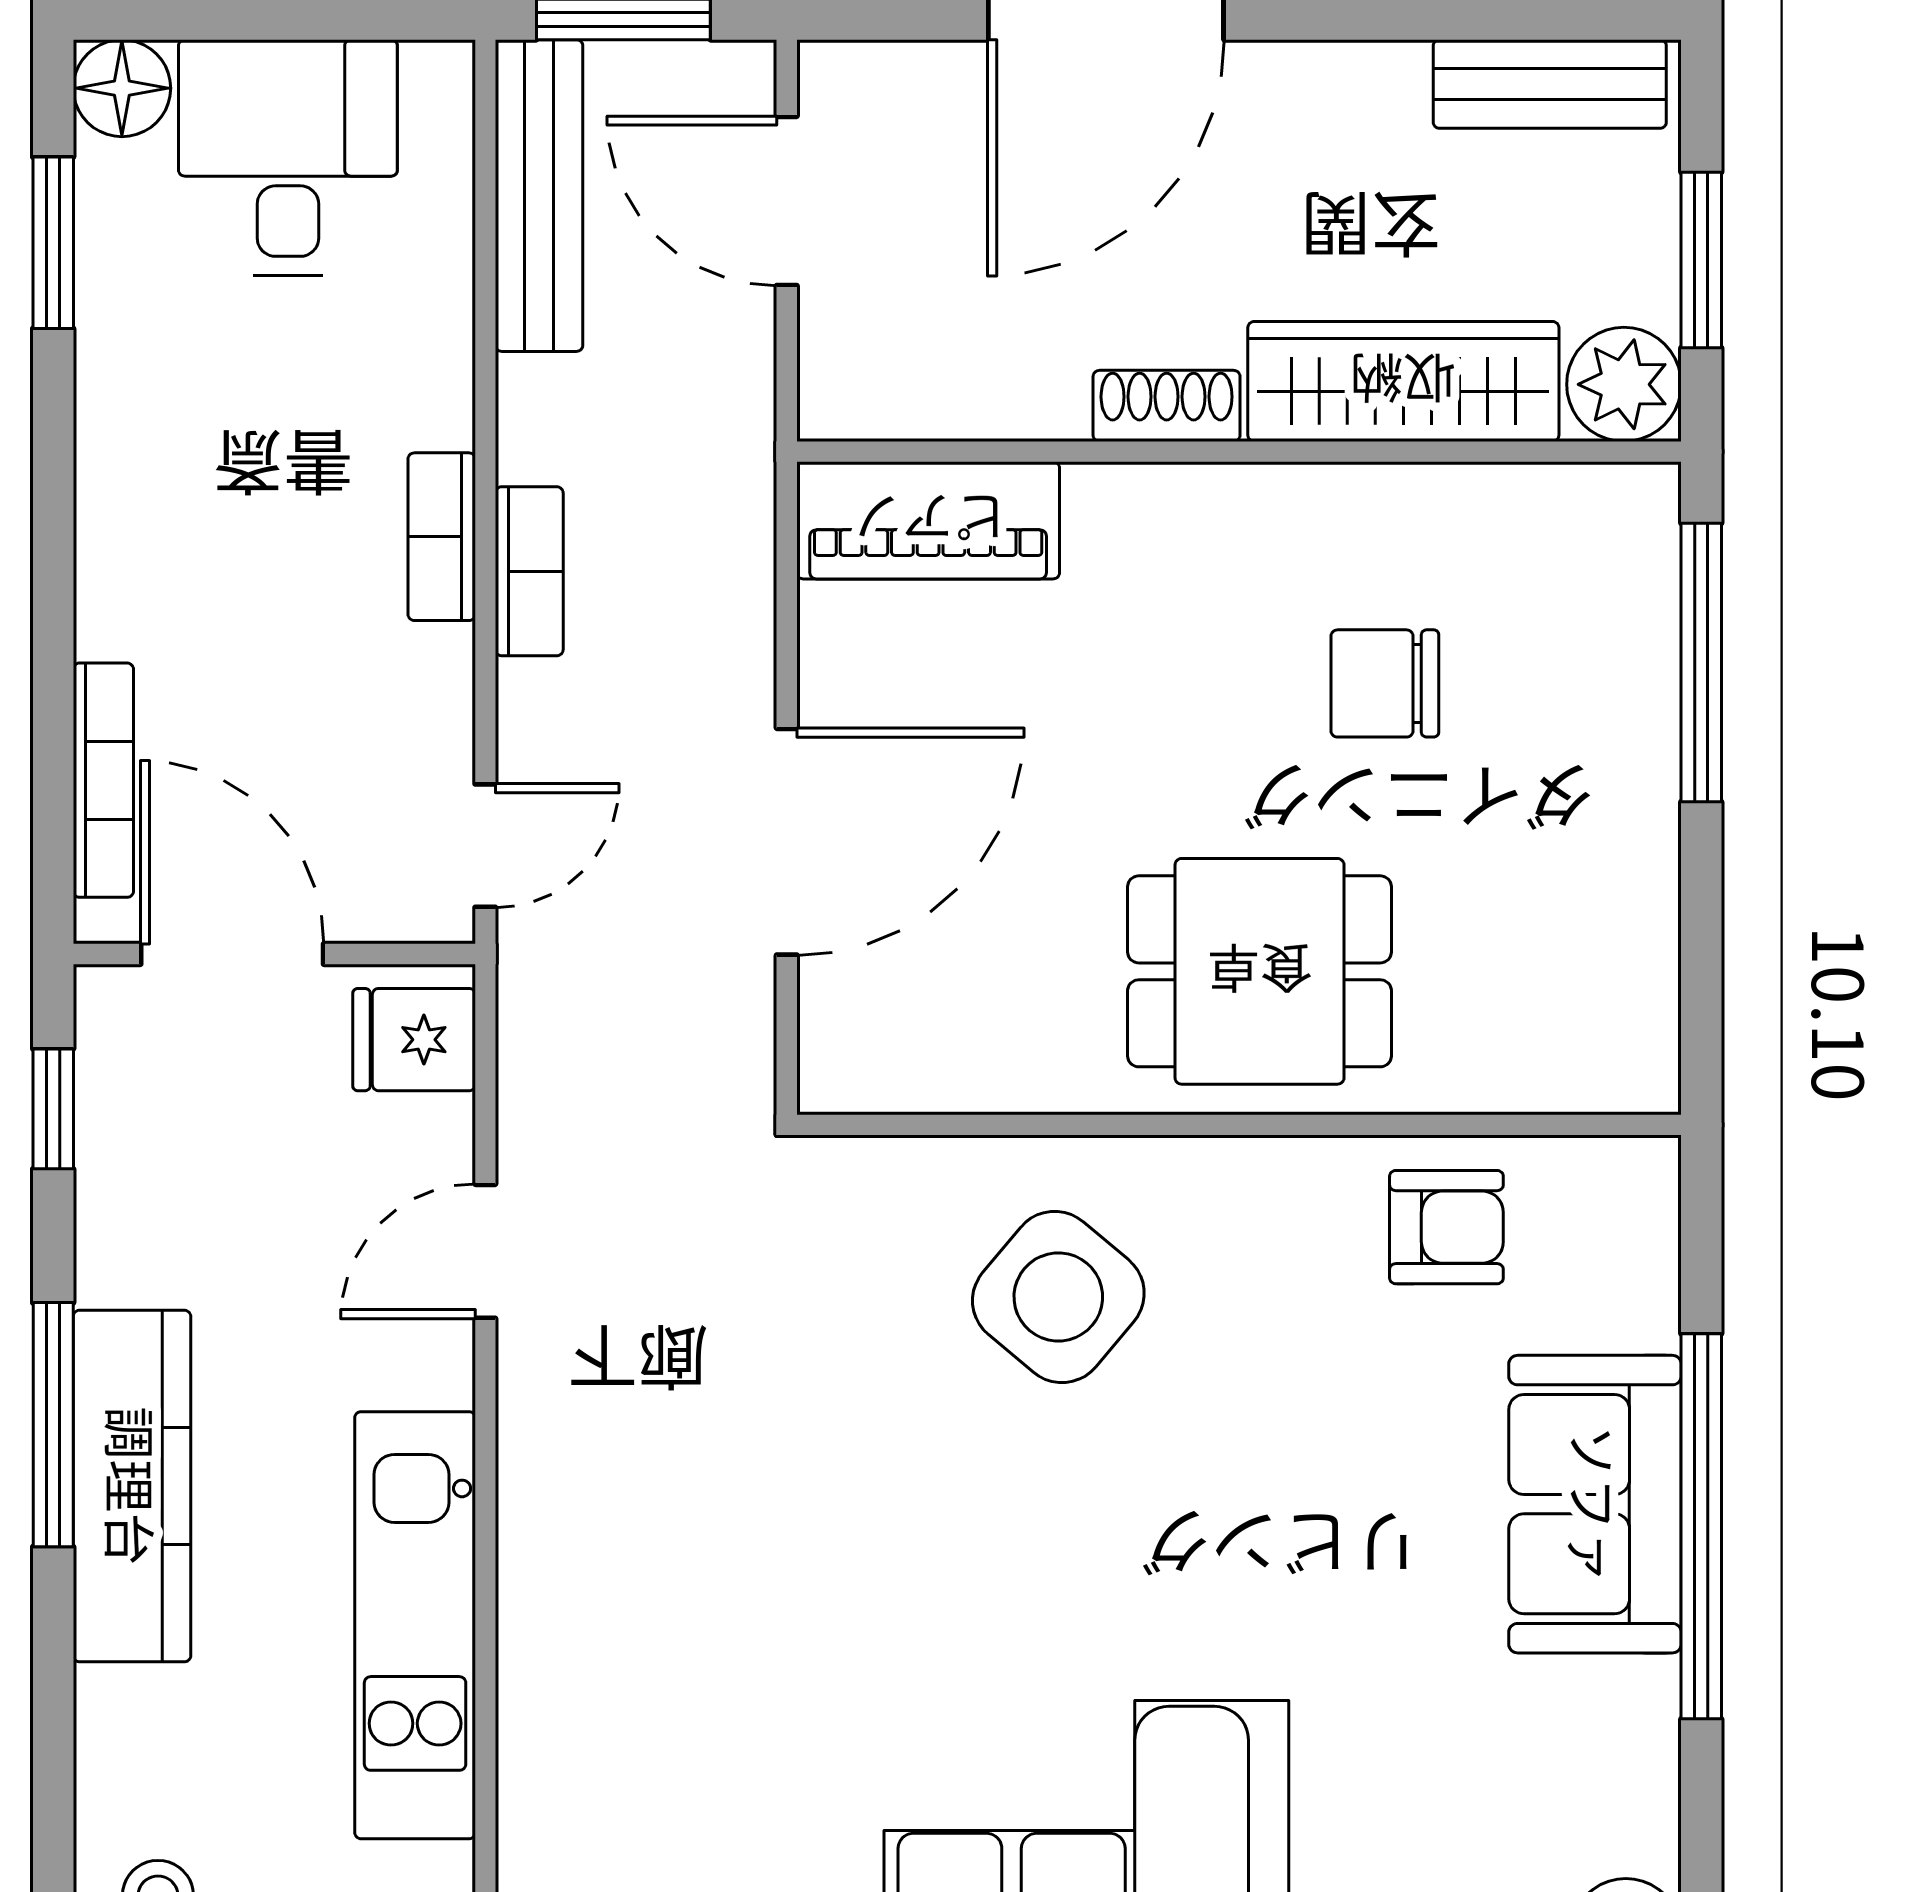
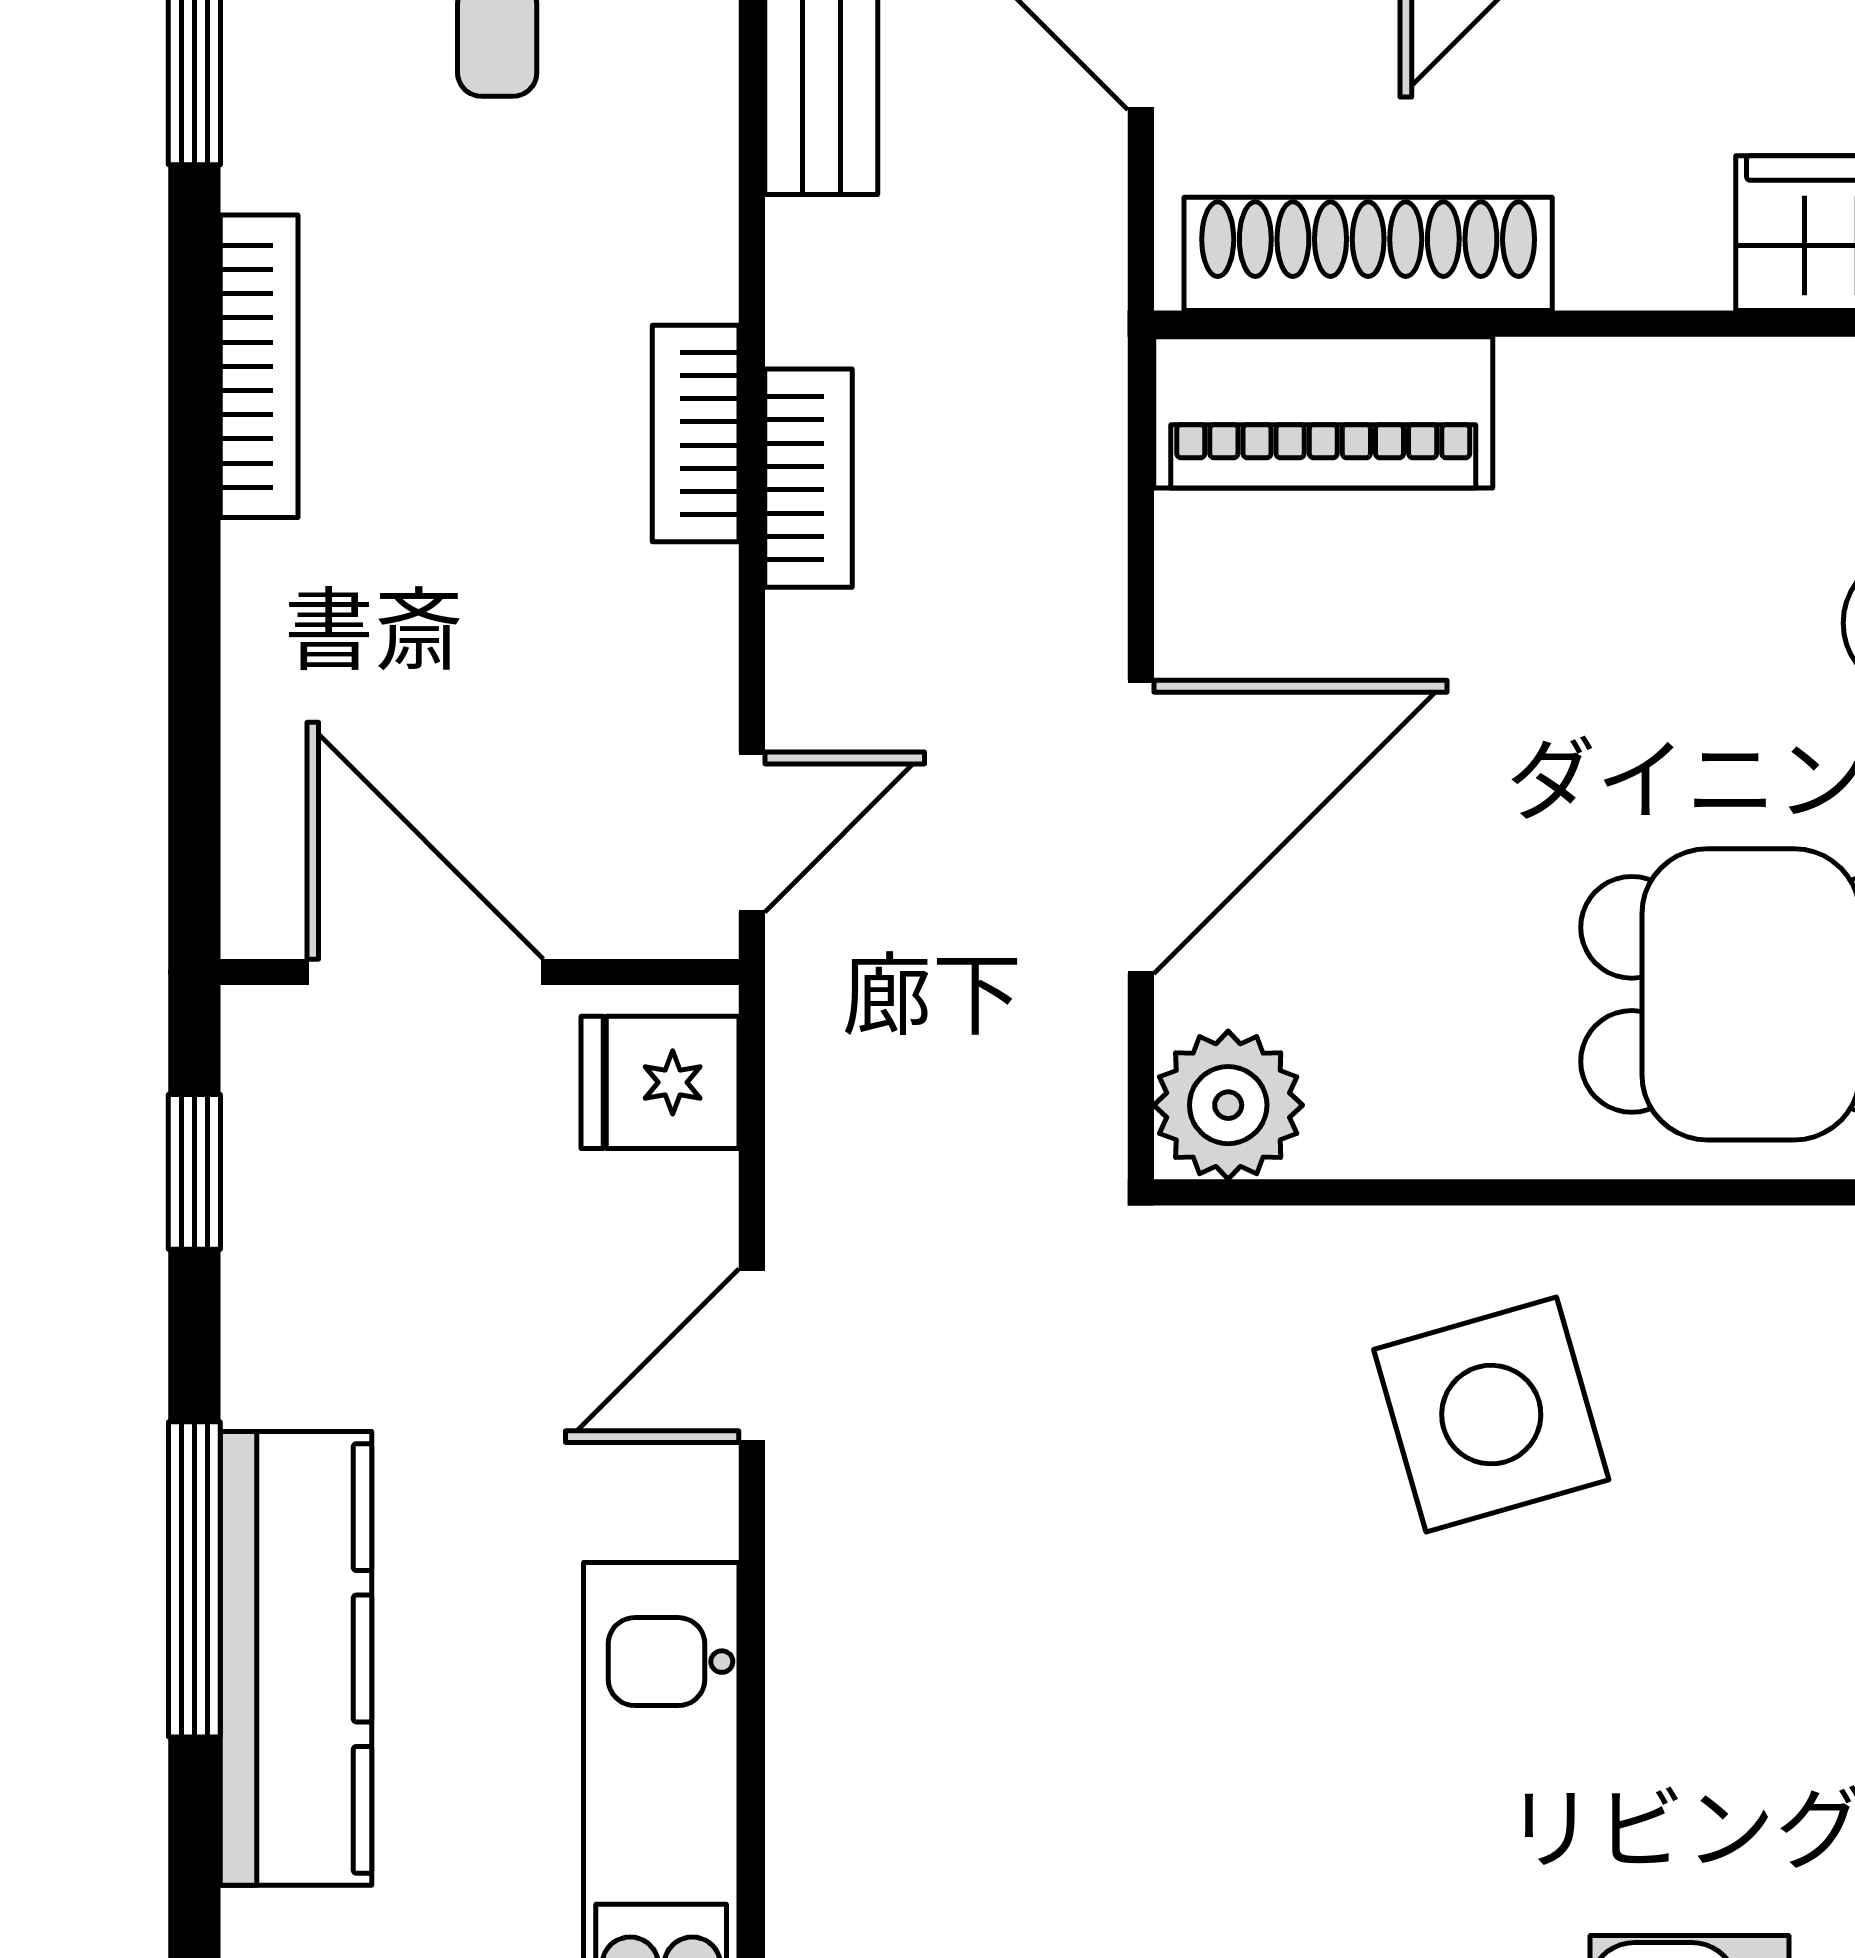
shoe rack: (1167, 406) -> (1368, 254), moved, width x1.94, depth x1.24
bookcase: (103, 780) -> (259, 366), moved
plant: (854, 1057) -> (1228, 1105), added
side table: (1058, 1297) -> (1491, 1415), turned 34

